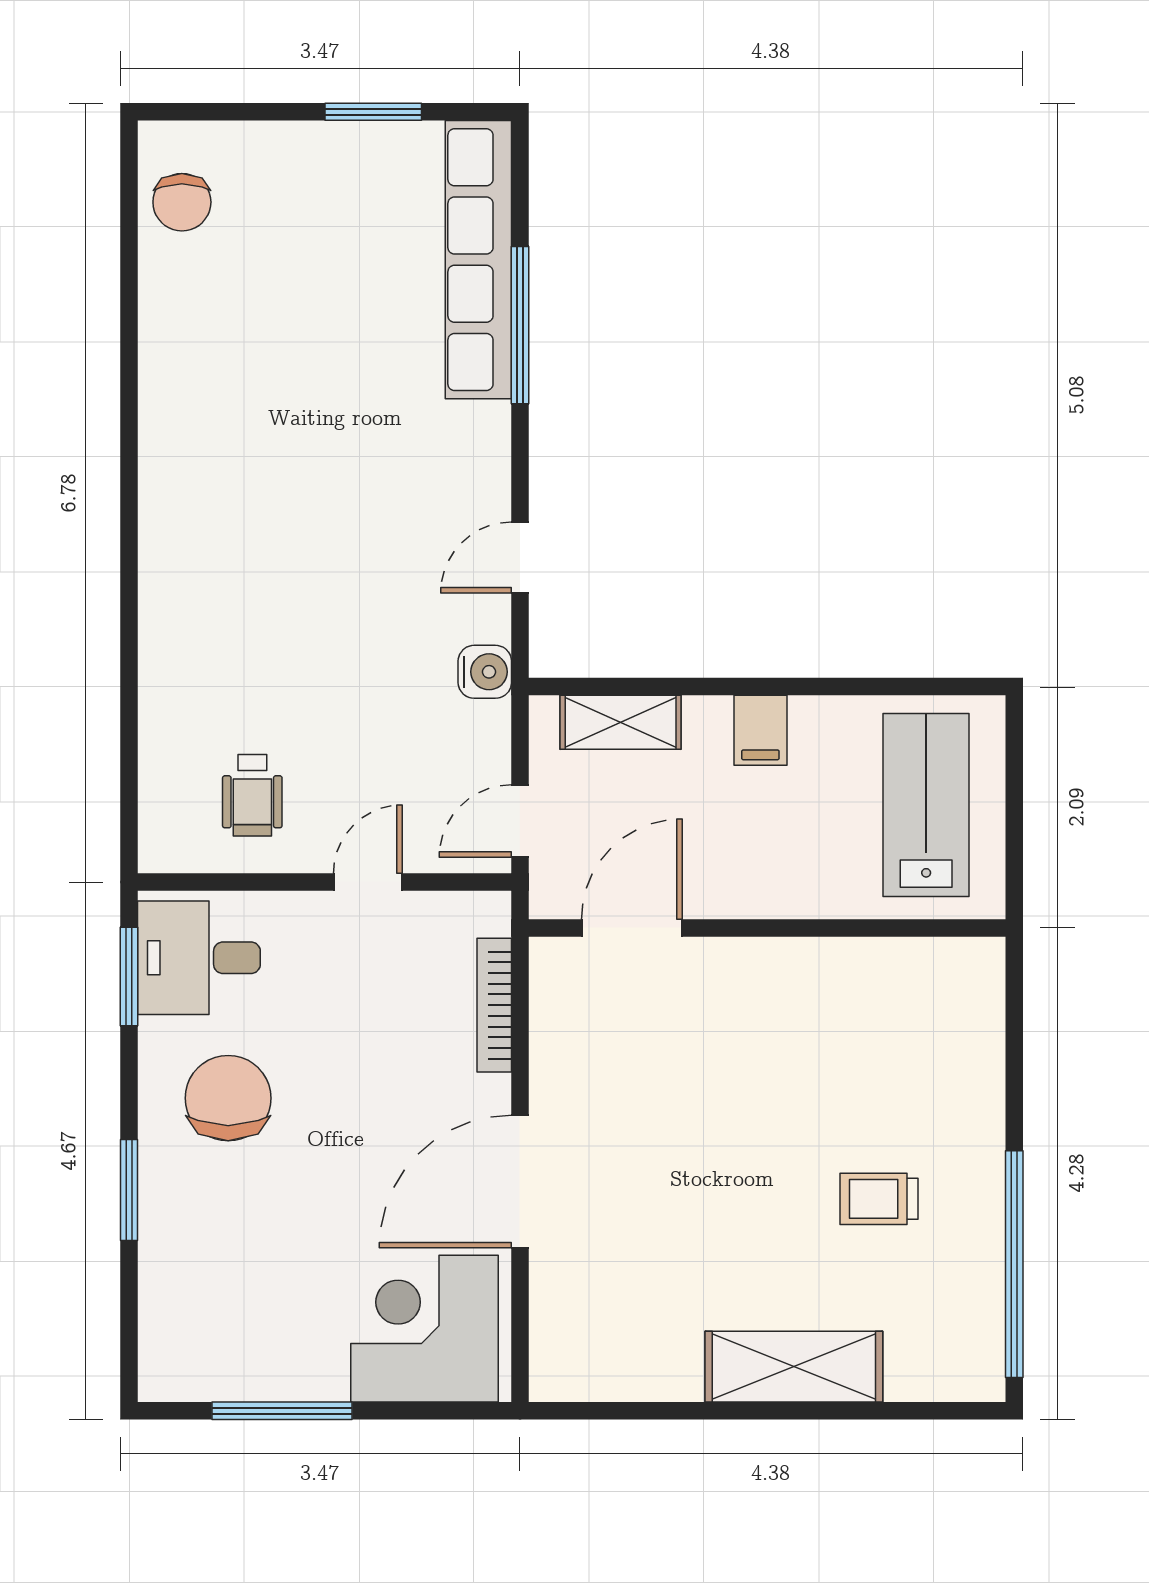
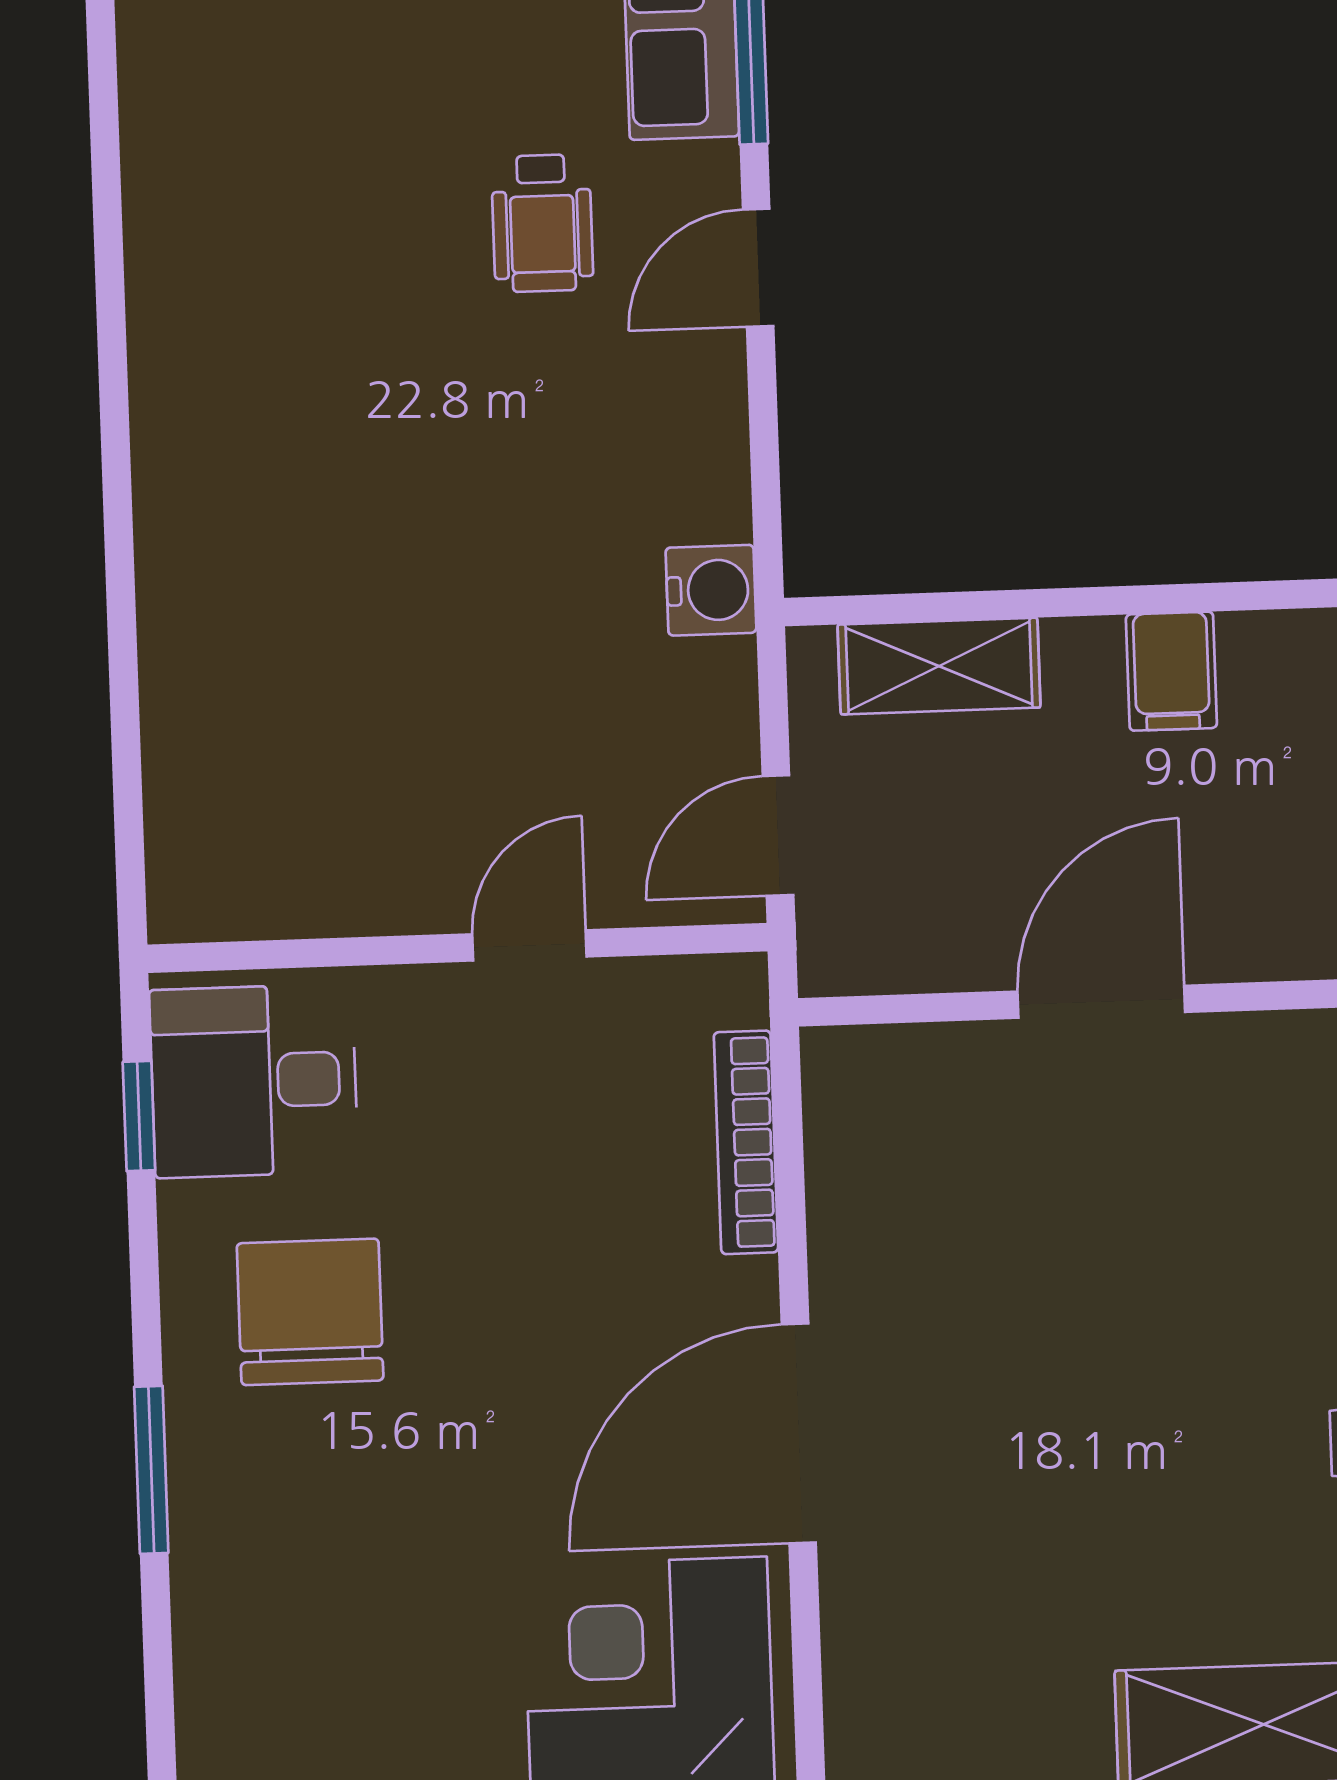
door: (520, 558) -> (758, 268), moved
wheelchair: (252, 795) -> (542, 223), moved
door: (632, 928) -> (1101, 1002), moved
window: (129, 977) -> (139, 1116), width x0.67

